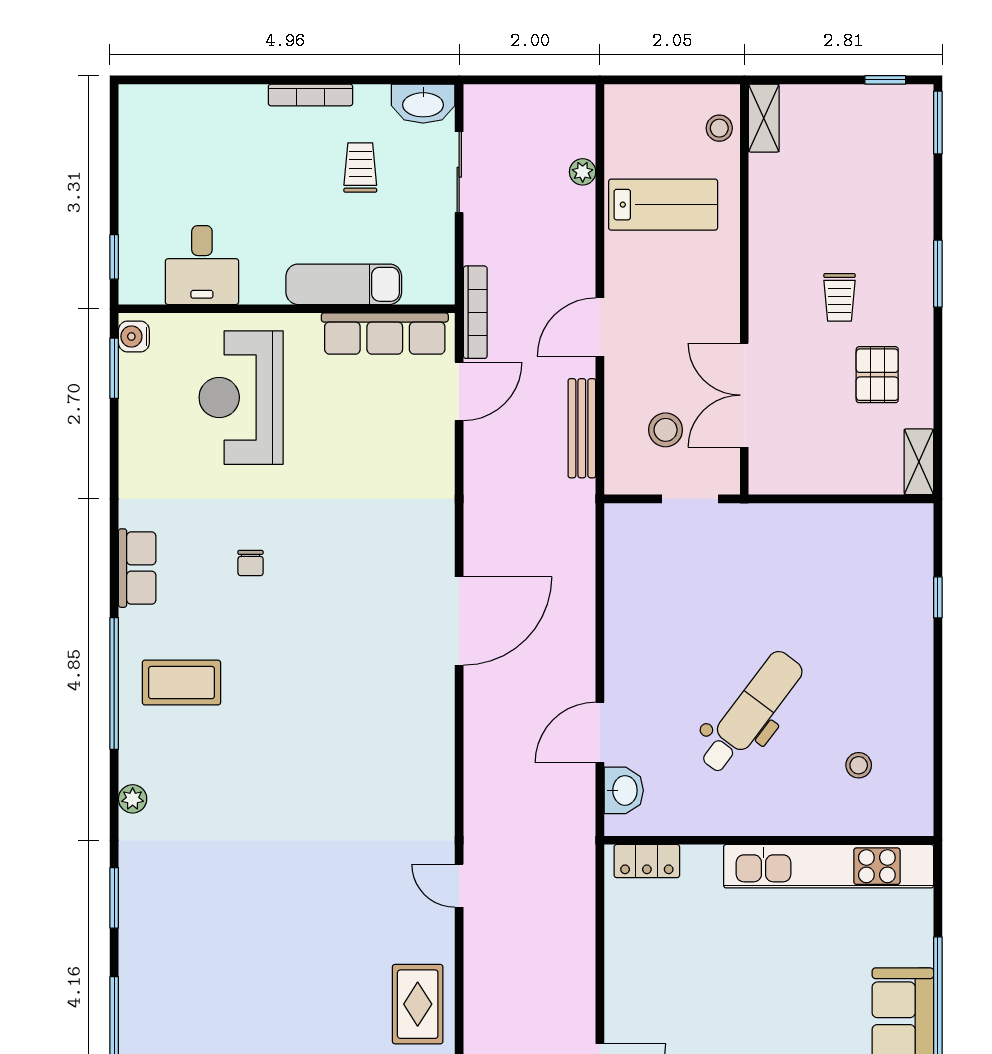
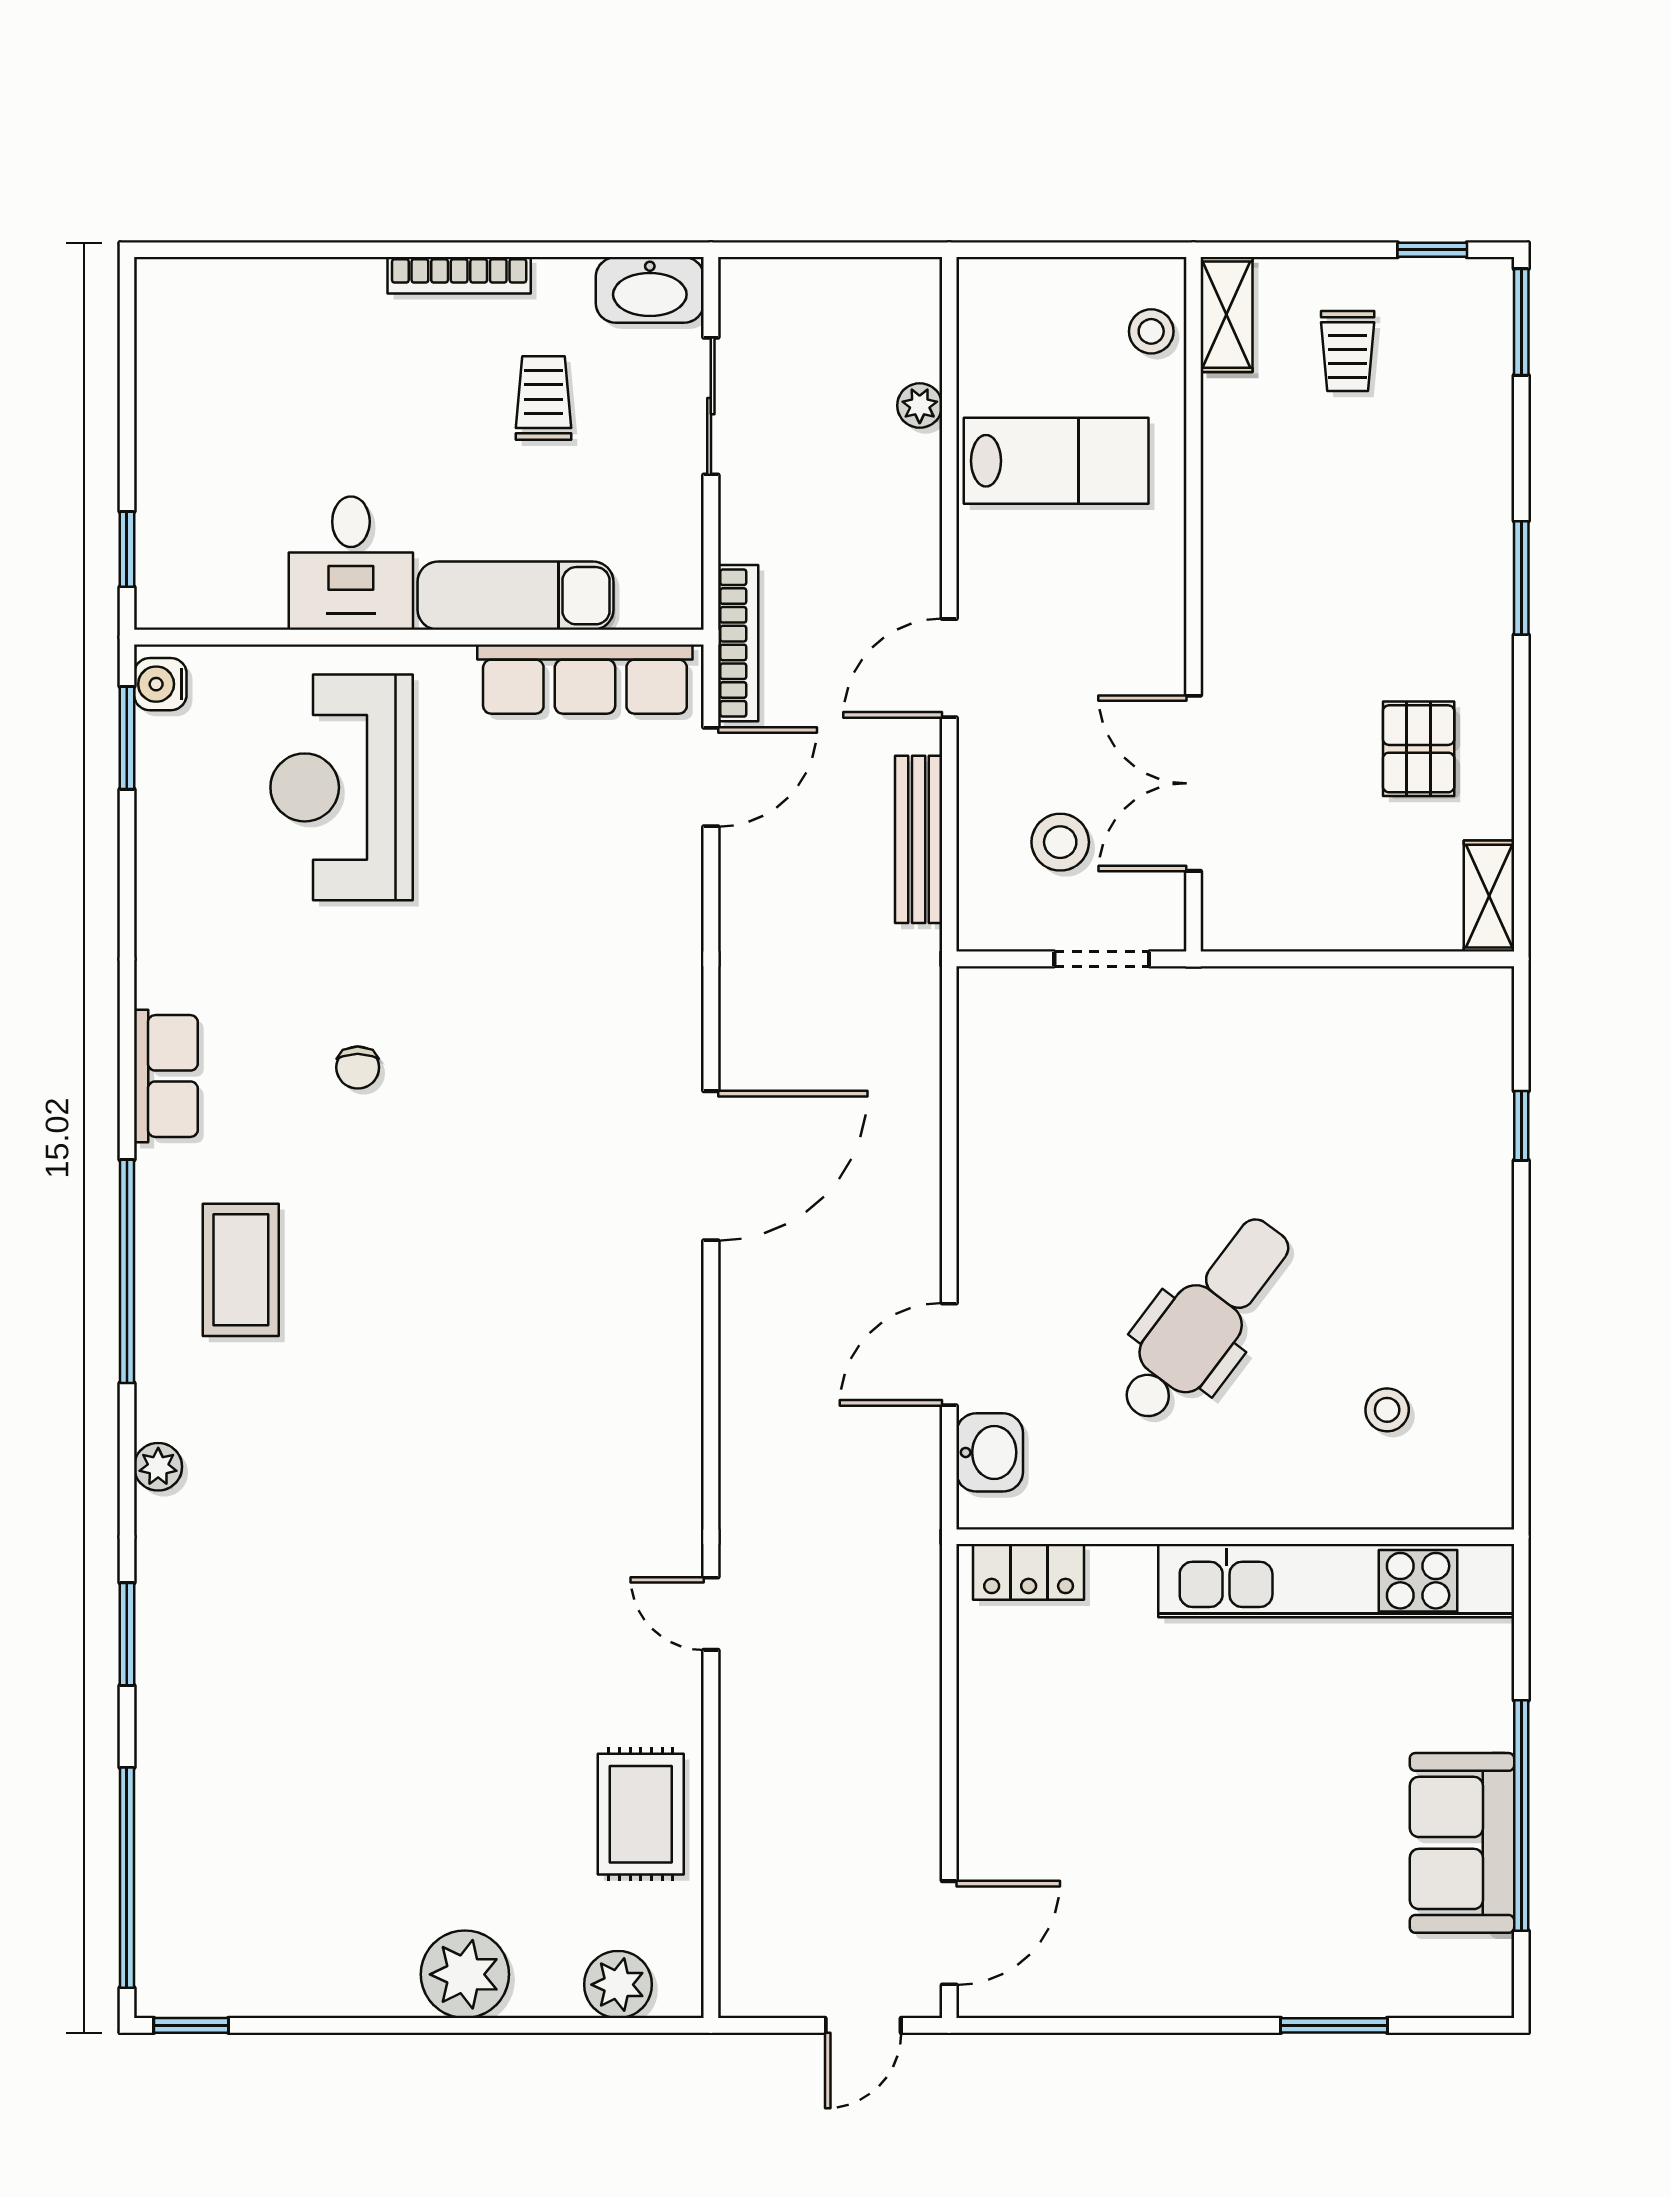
desk: (202, 265) -> (351, 563), moved
trolley: (839, 297) -> (1348, 351), moved
coffee table: (181, 683) -> (241, 1270), turned 90

